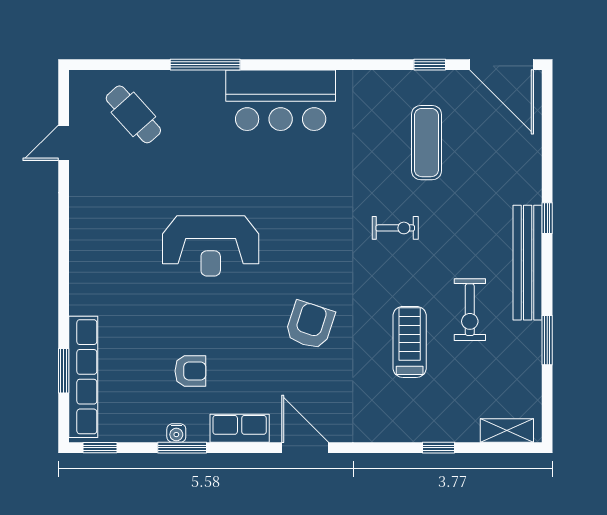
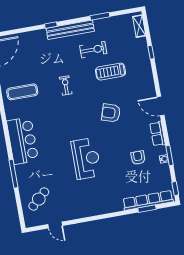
exercise mat: (426, 143) -> (22, 92), moved
door: (305, 448) -> (161, 106), hinge flipped

